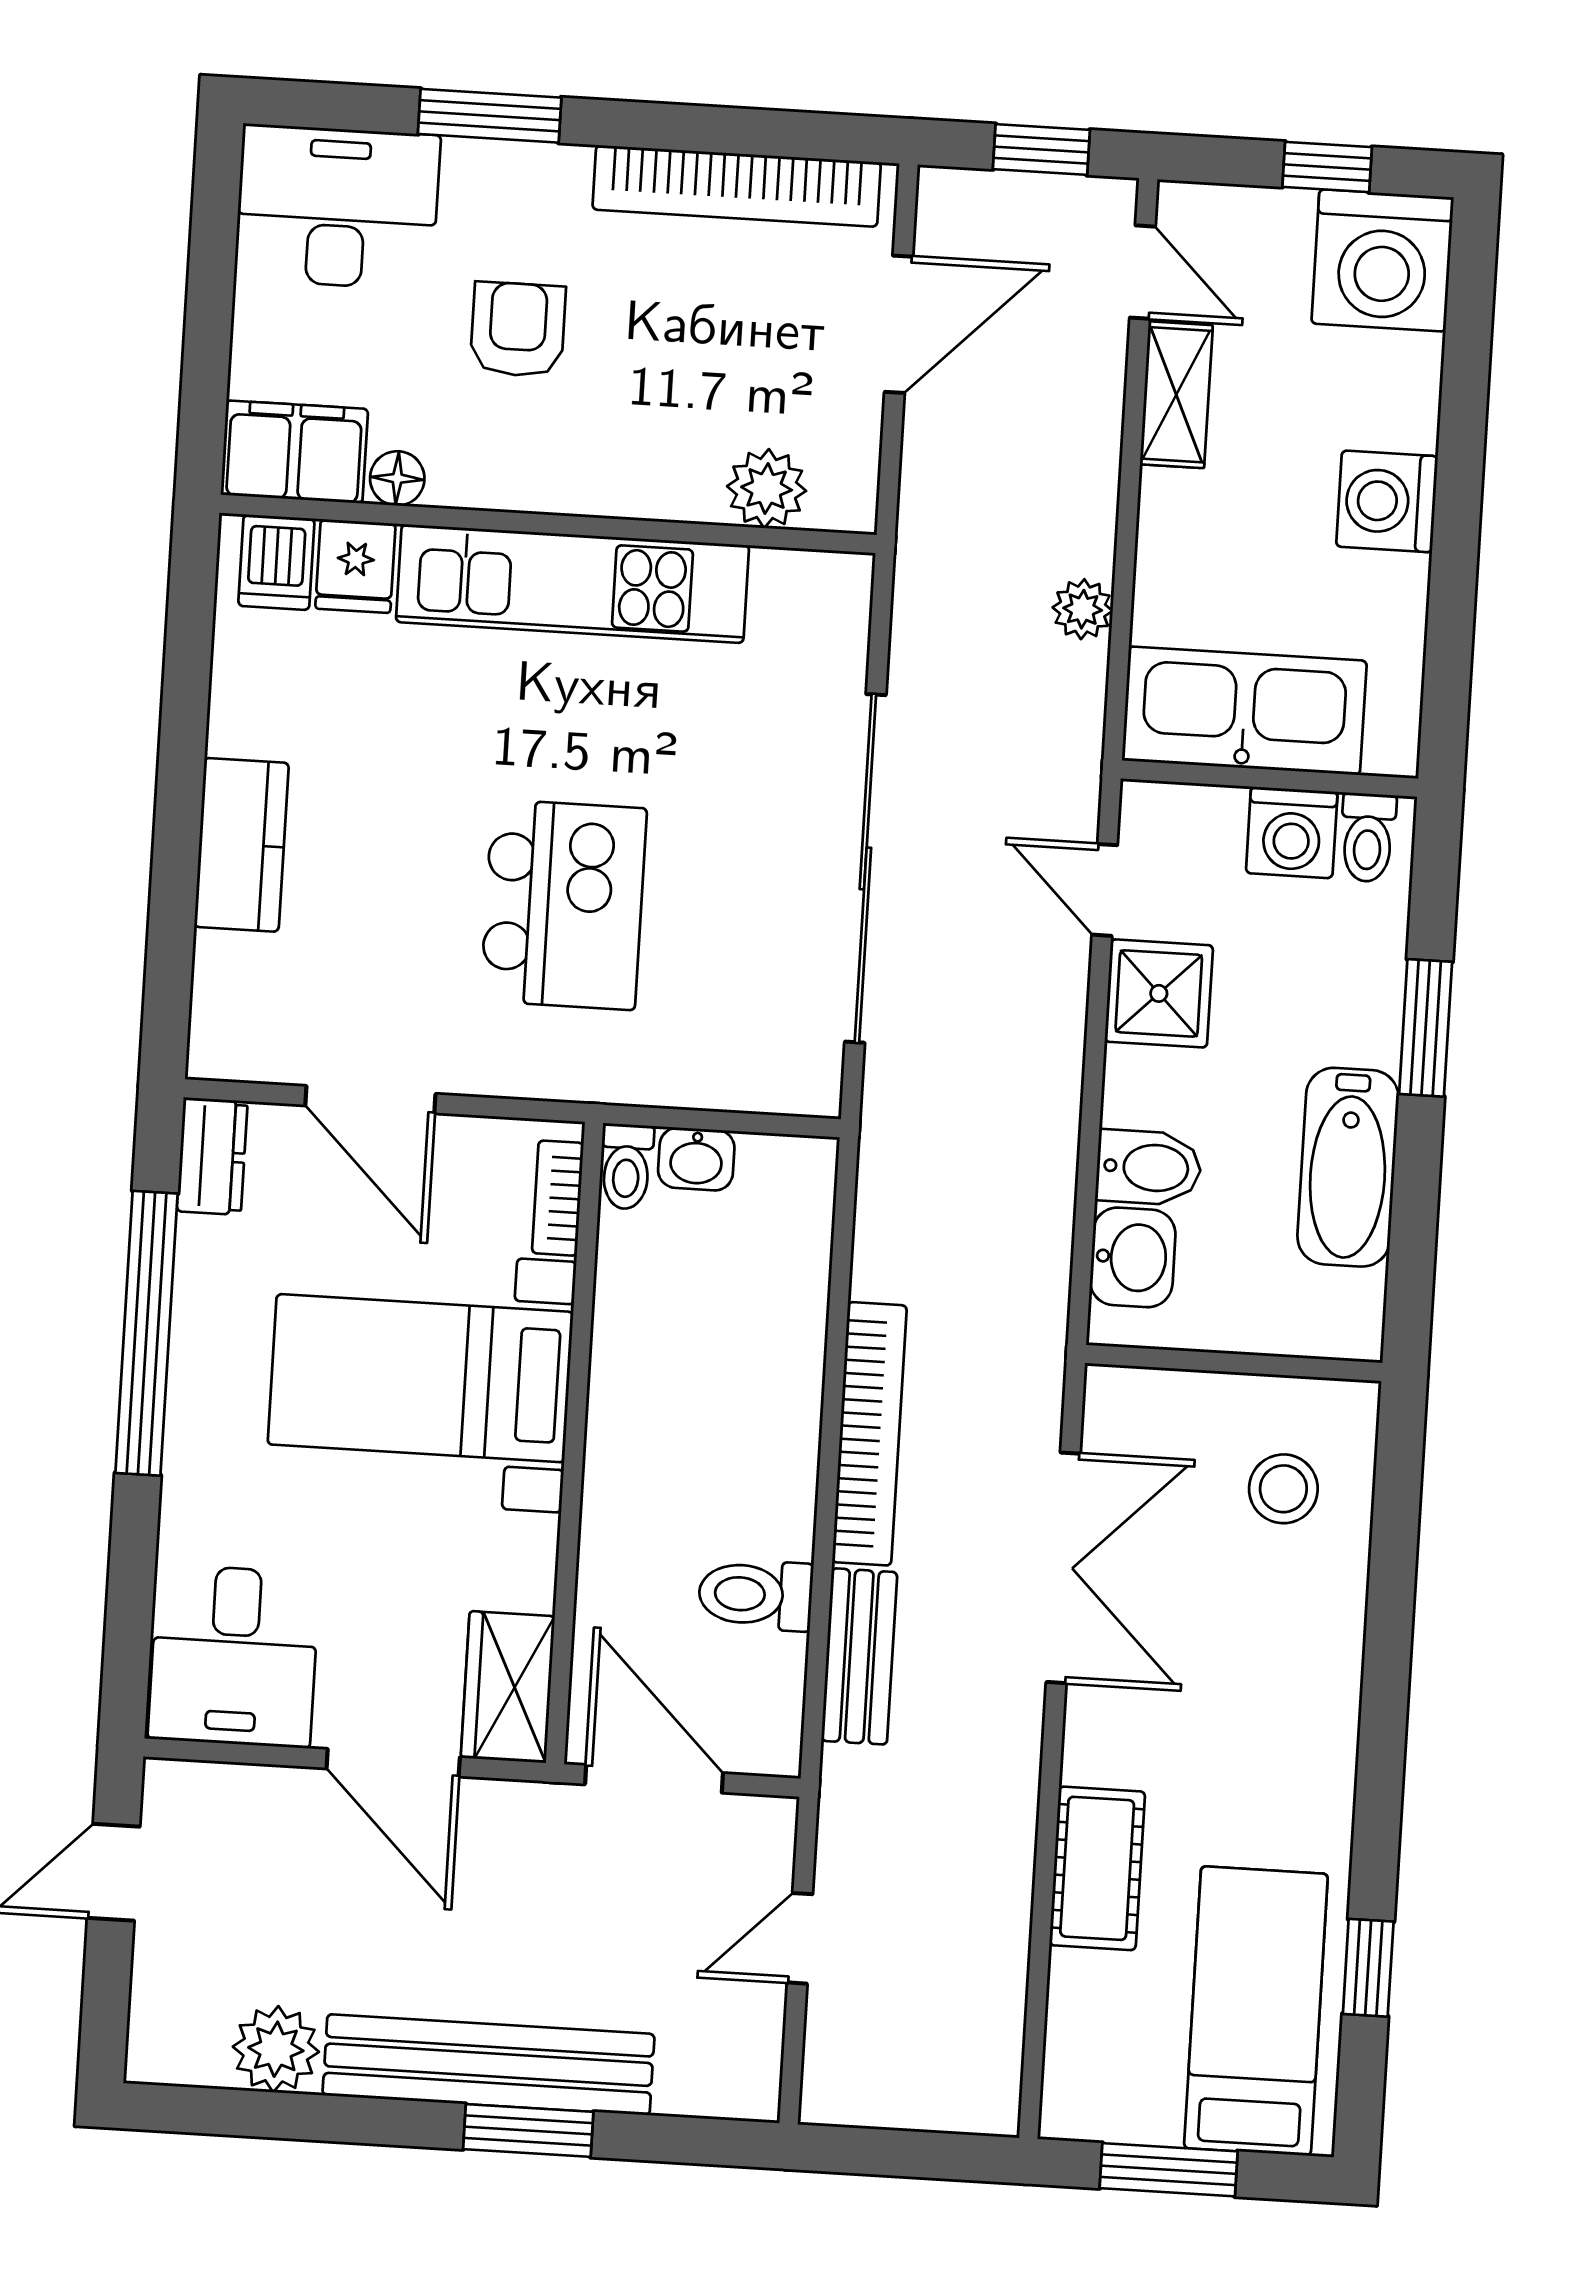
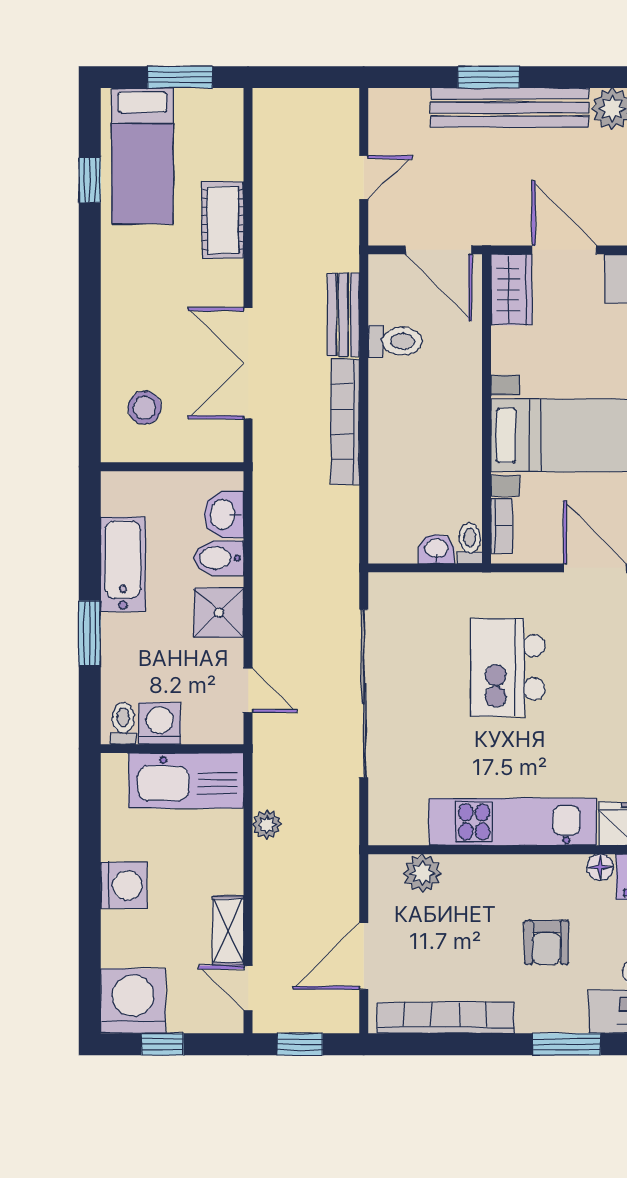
shower: (1159, 993) -> (219, 613), moved

